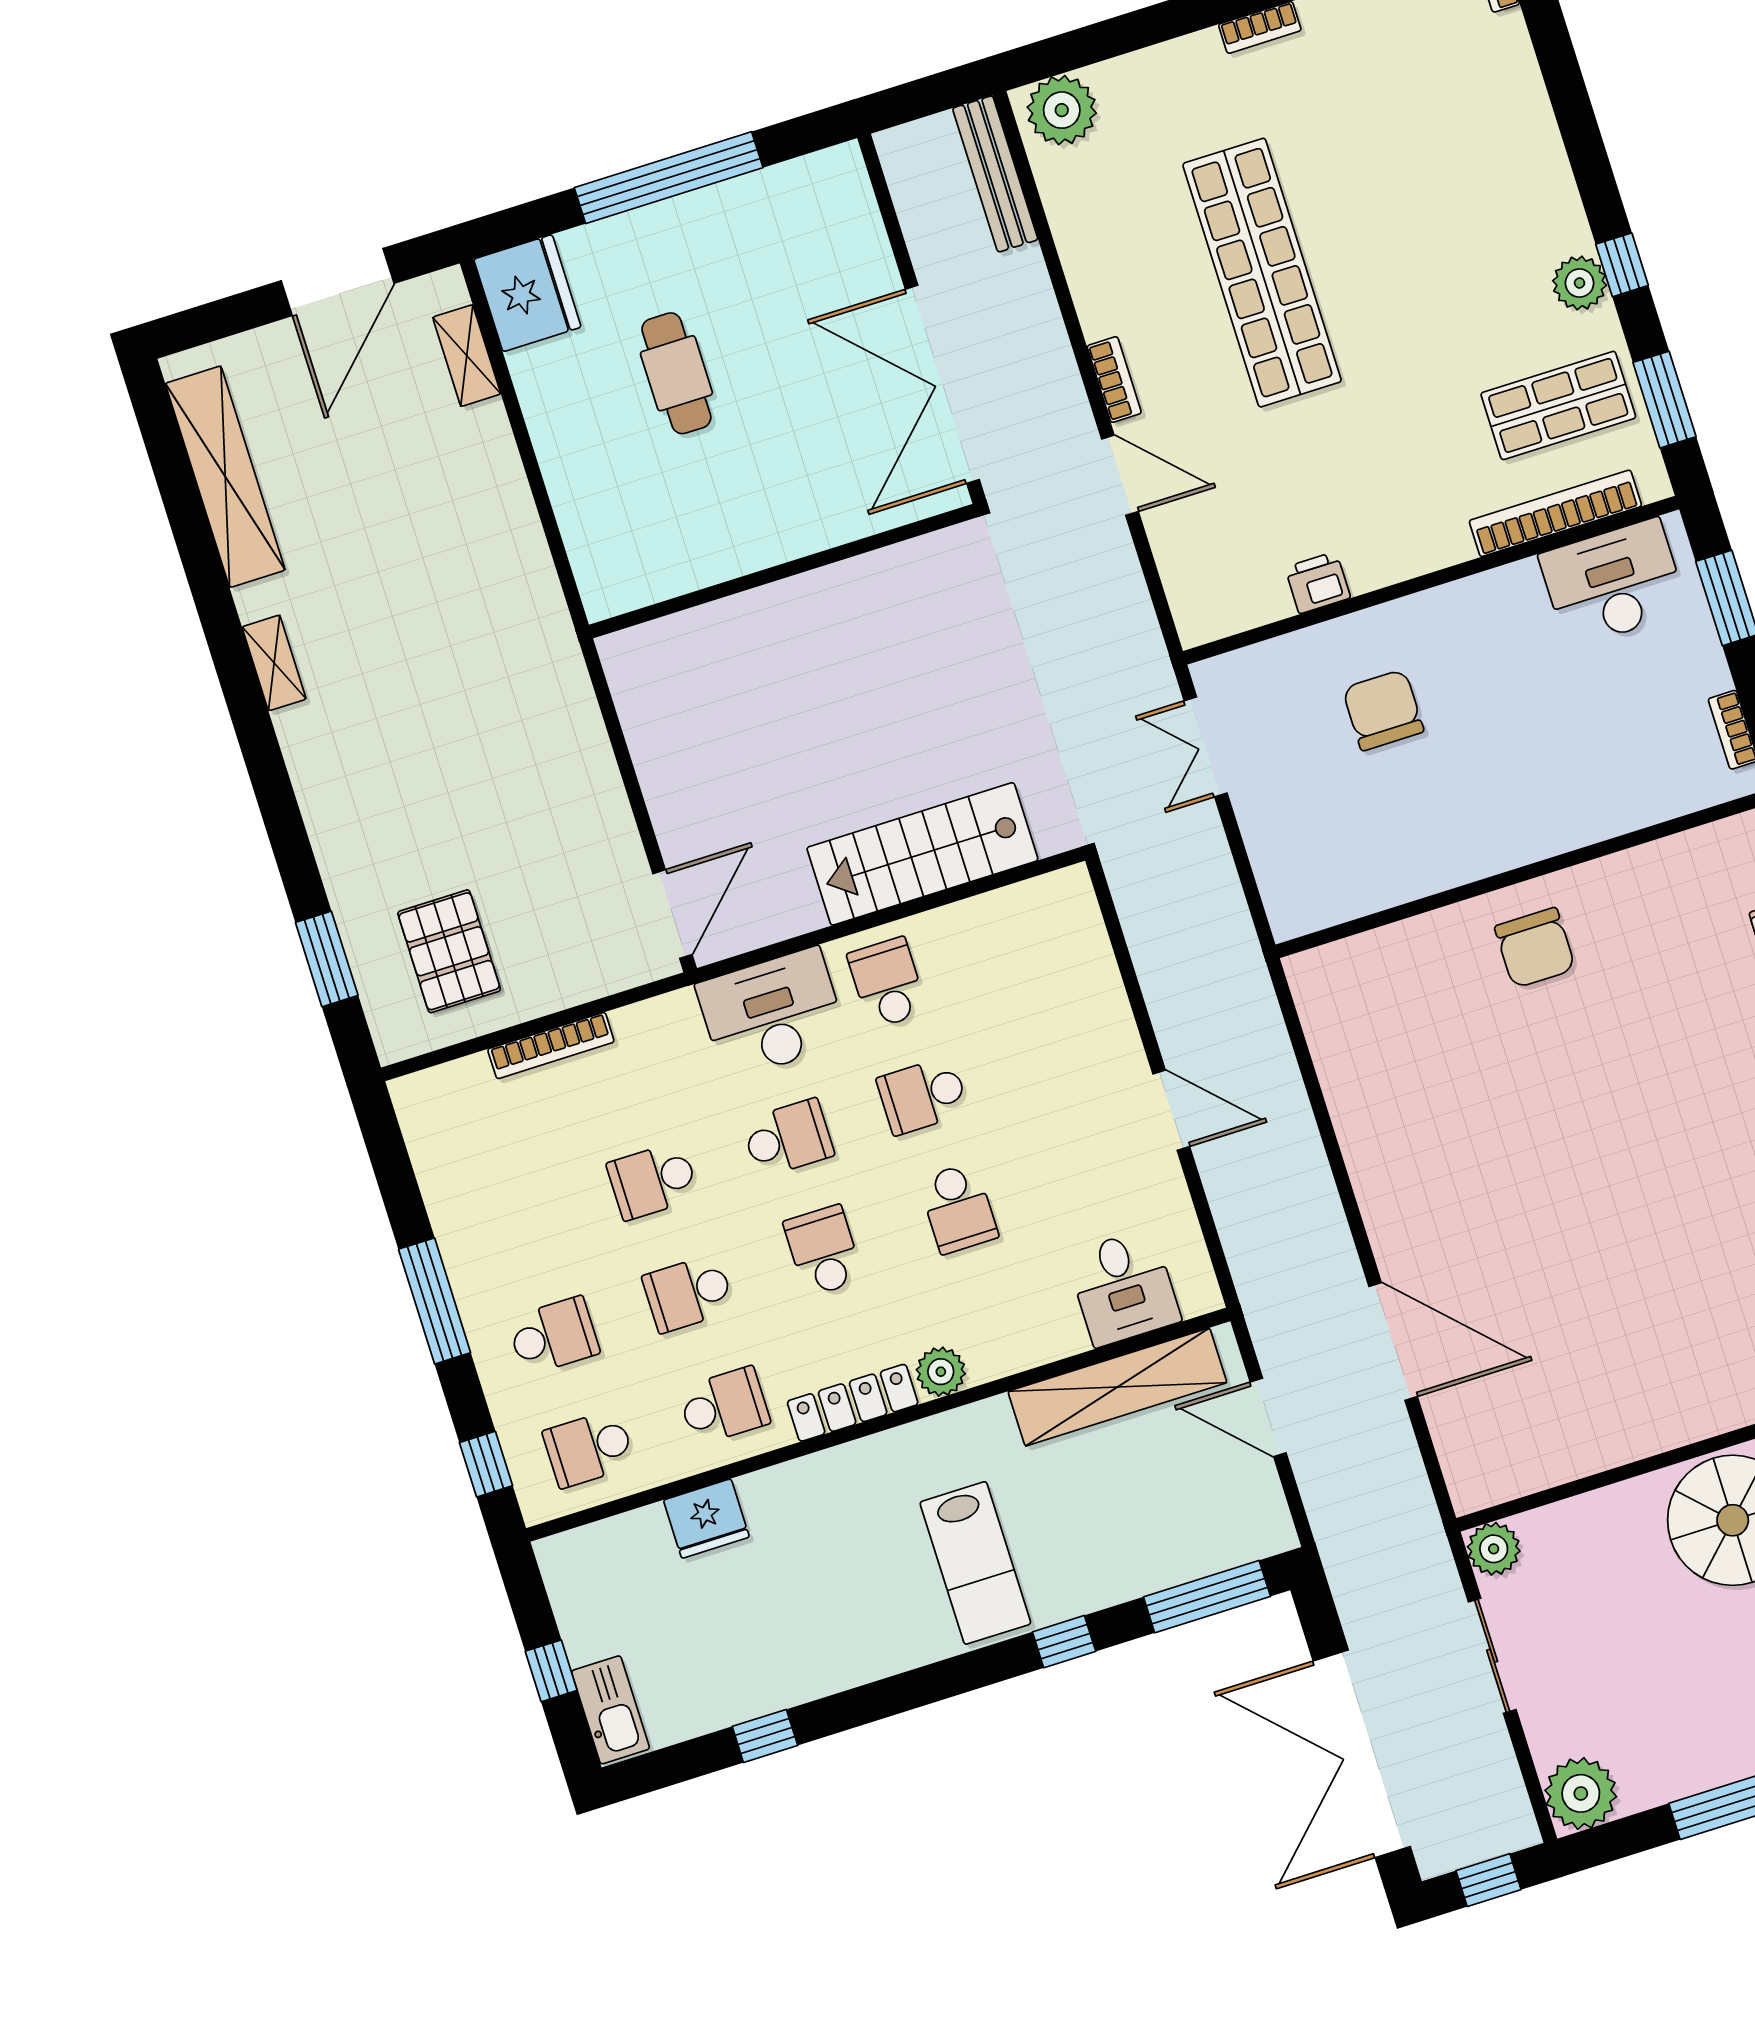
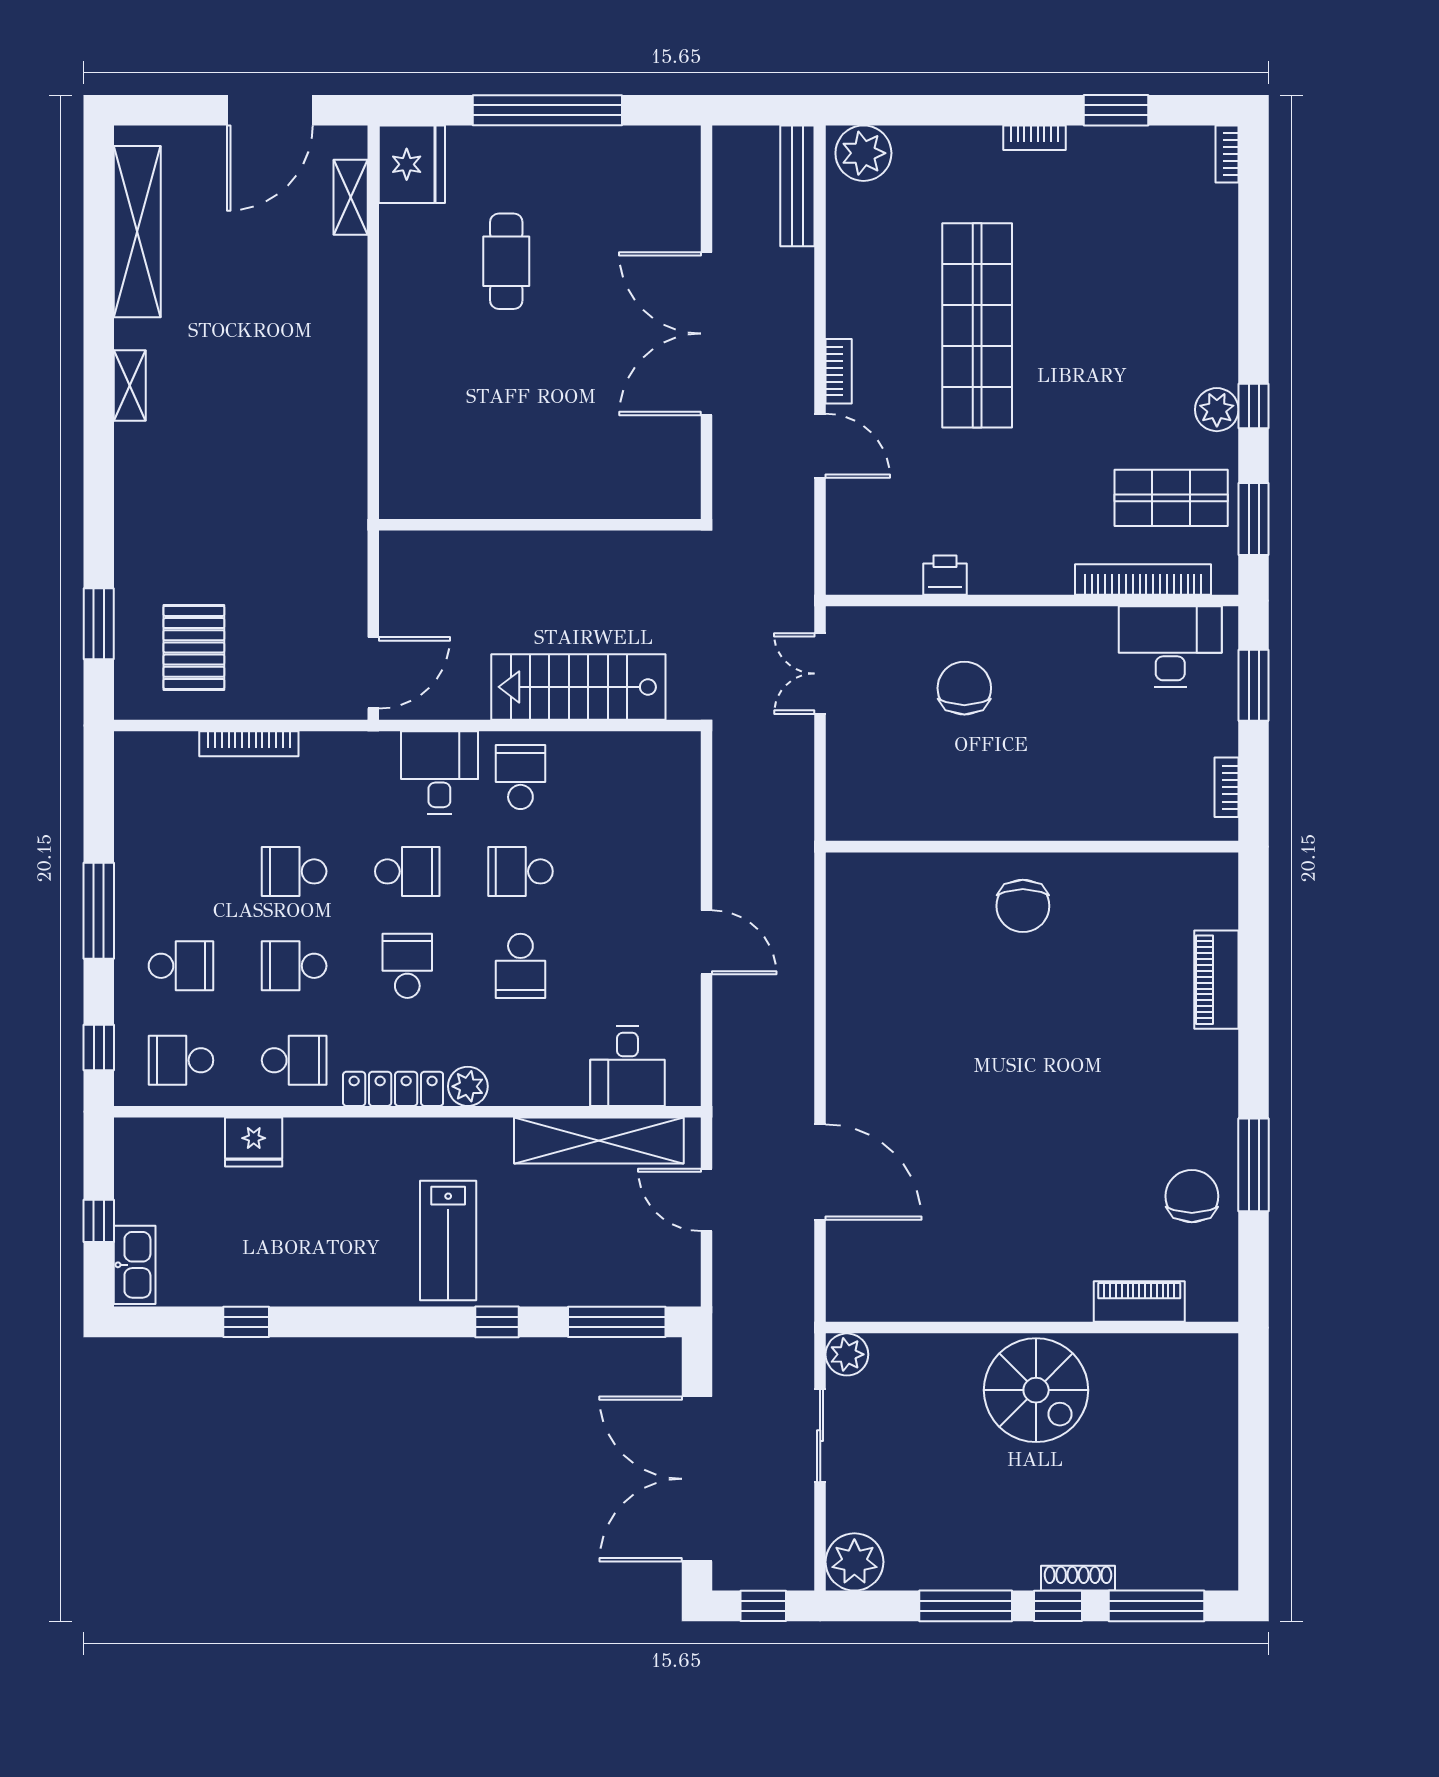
wall: (783, 571) -> (540, 525), moved
desk: (772, 1014) -> (439, 773), width x0.73

